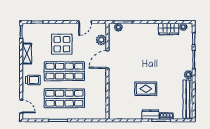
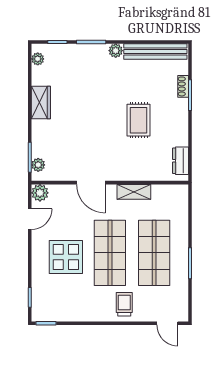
door: (85, 22) -> (30, 219), hinge flipped
wardrobe: (169, 29) -> (41, 102), moved
plant: (101, 40) -> (40, 193), moved
shelving: (27, 54) -> (134, 192), moved
door: (21, 106) -> (167, 323), swing flipped
dresser: (150, 114) -> (181, 161), moved

